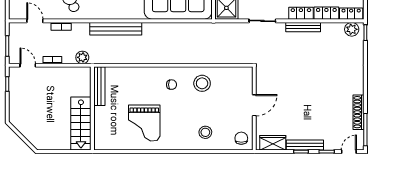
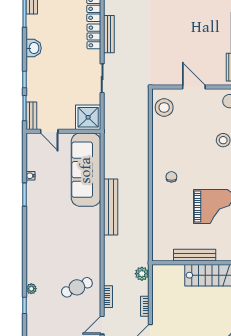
bench: (116, 29) -> (111, 207), moved
stool: (202, 83) -> (164, 107), moved
bench: (99, 86) -> (195, 255), moved

